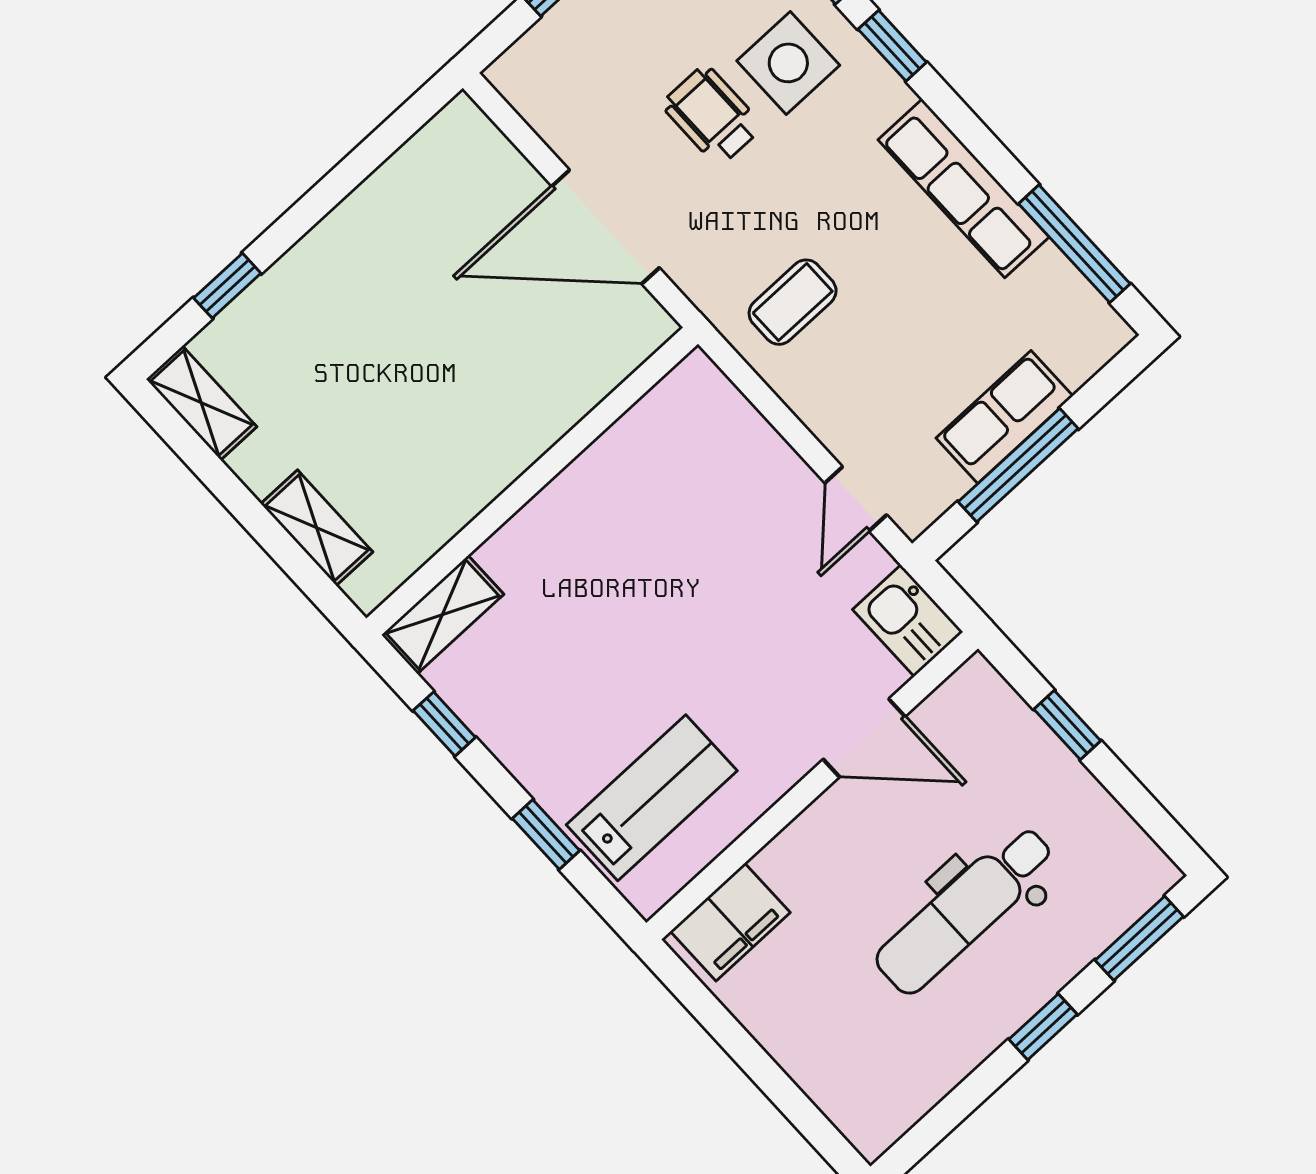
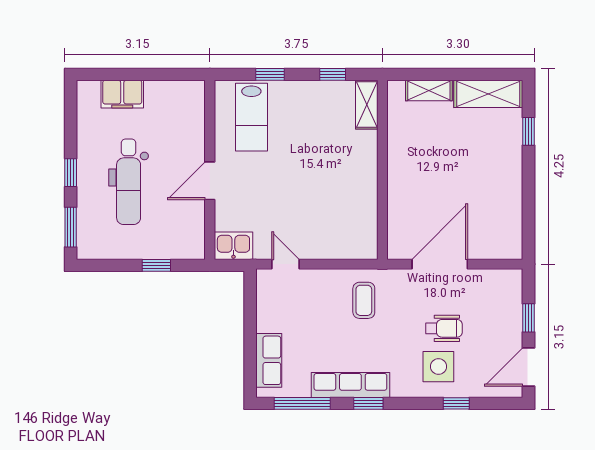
window: (892, 46) -> (368, 403), moved
shelving: (201, 403) -> (488, 94), width x1.50, depth x1.33
row of seats: (1004, 417) -> (269, 360), moved
window: (1018, 465) -> (250, 324), removed
door: (864, 738) -> (210, 181), moved
dental chair: (965, 910) -> (129, 182), turned 180
filing cabinet: (730, 922) -> (122, 94), moved, turned -90

